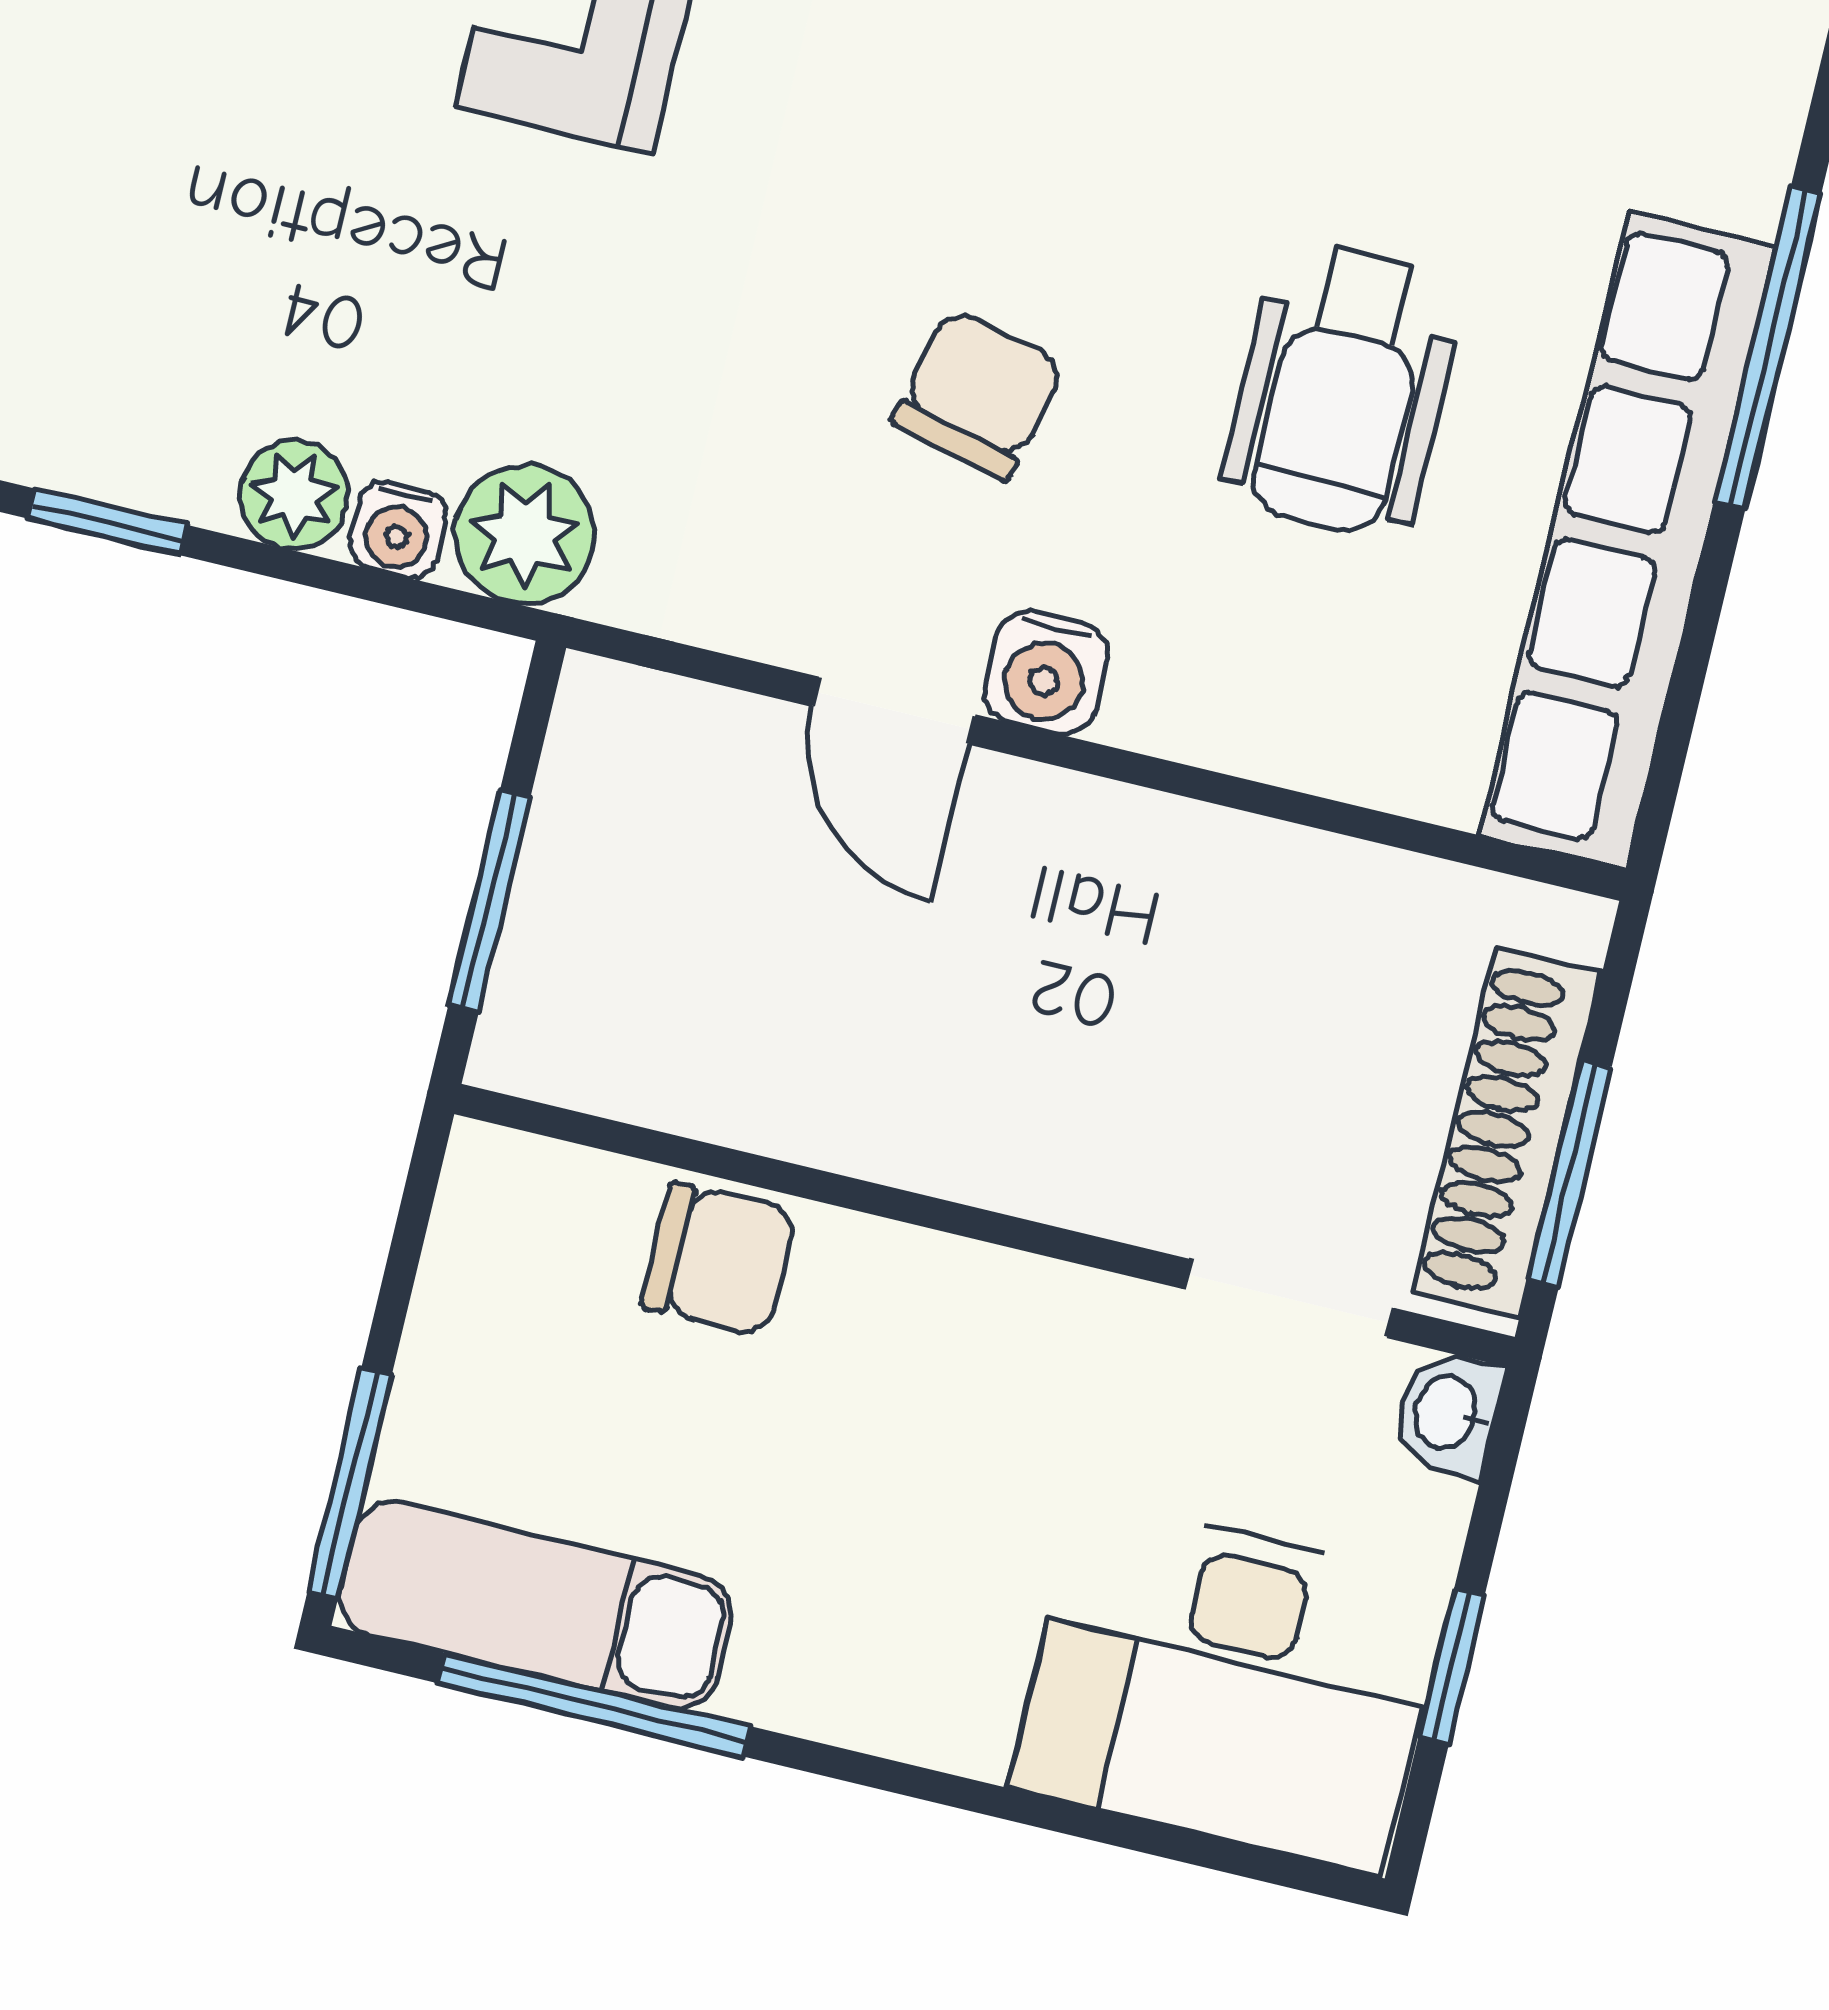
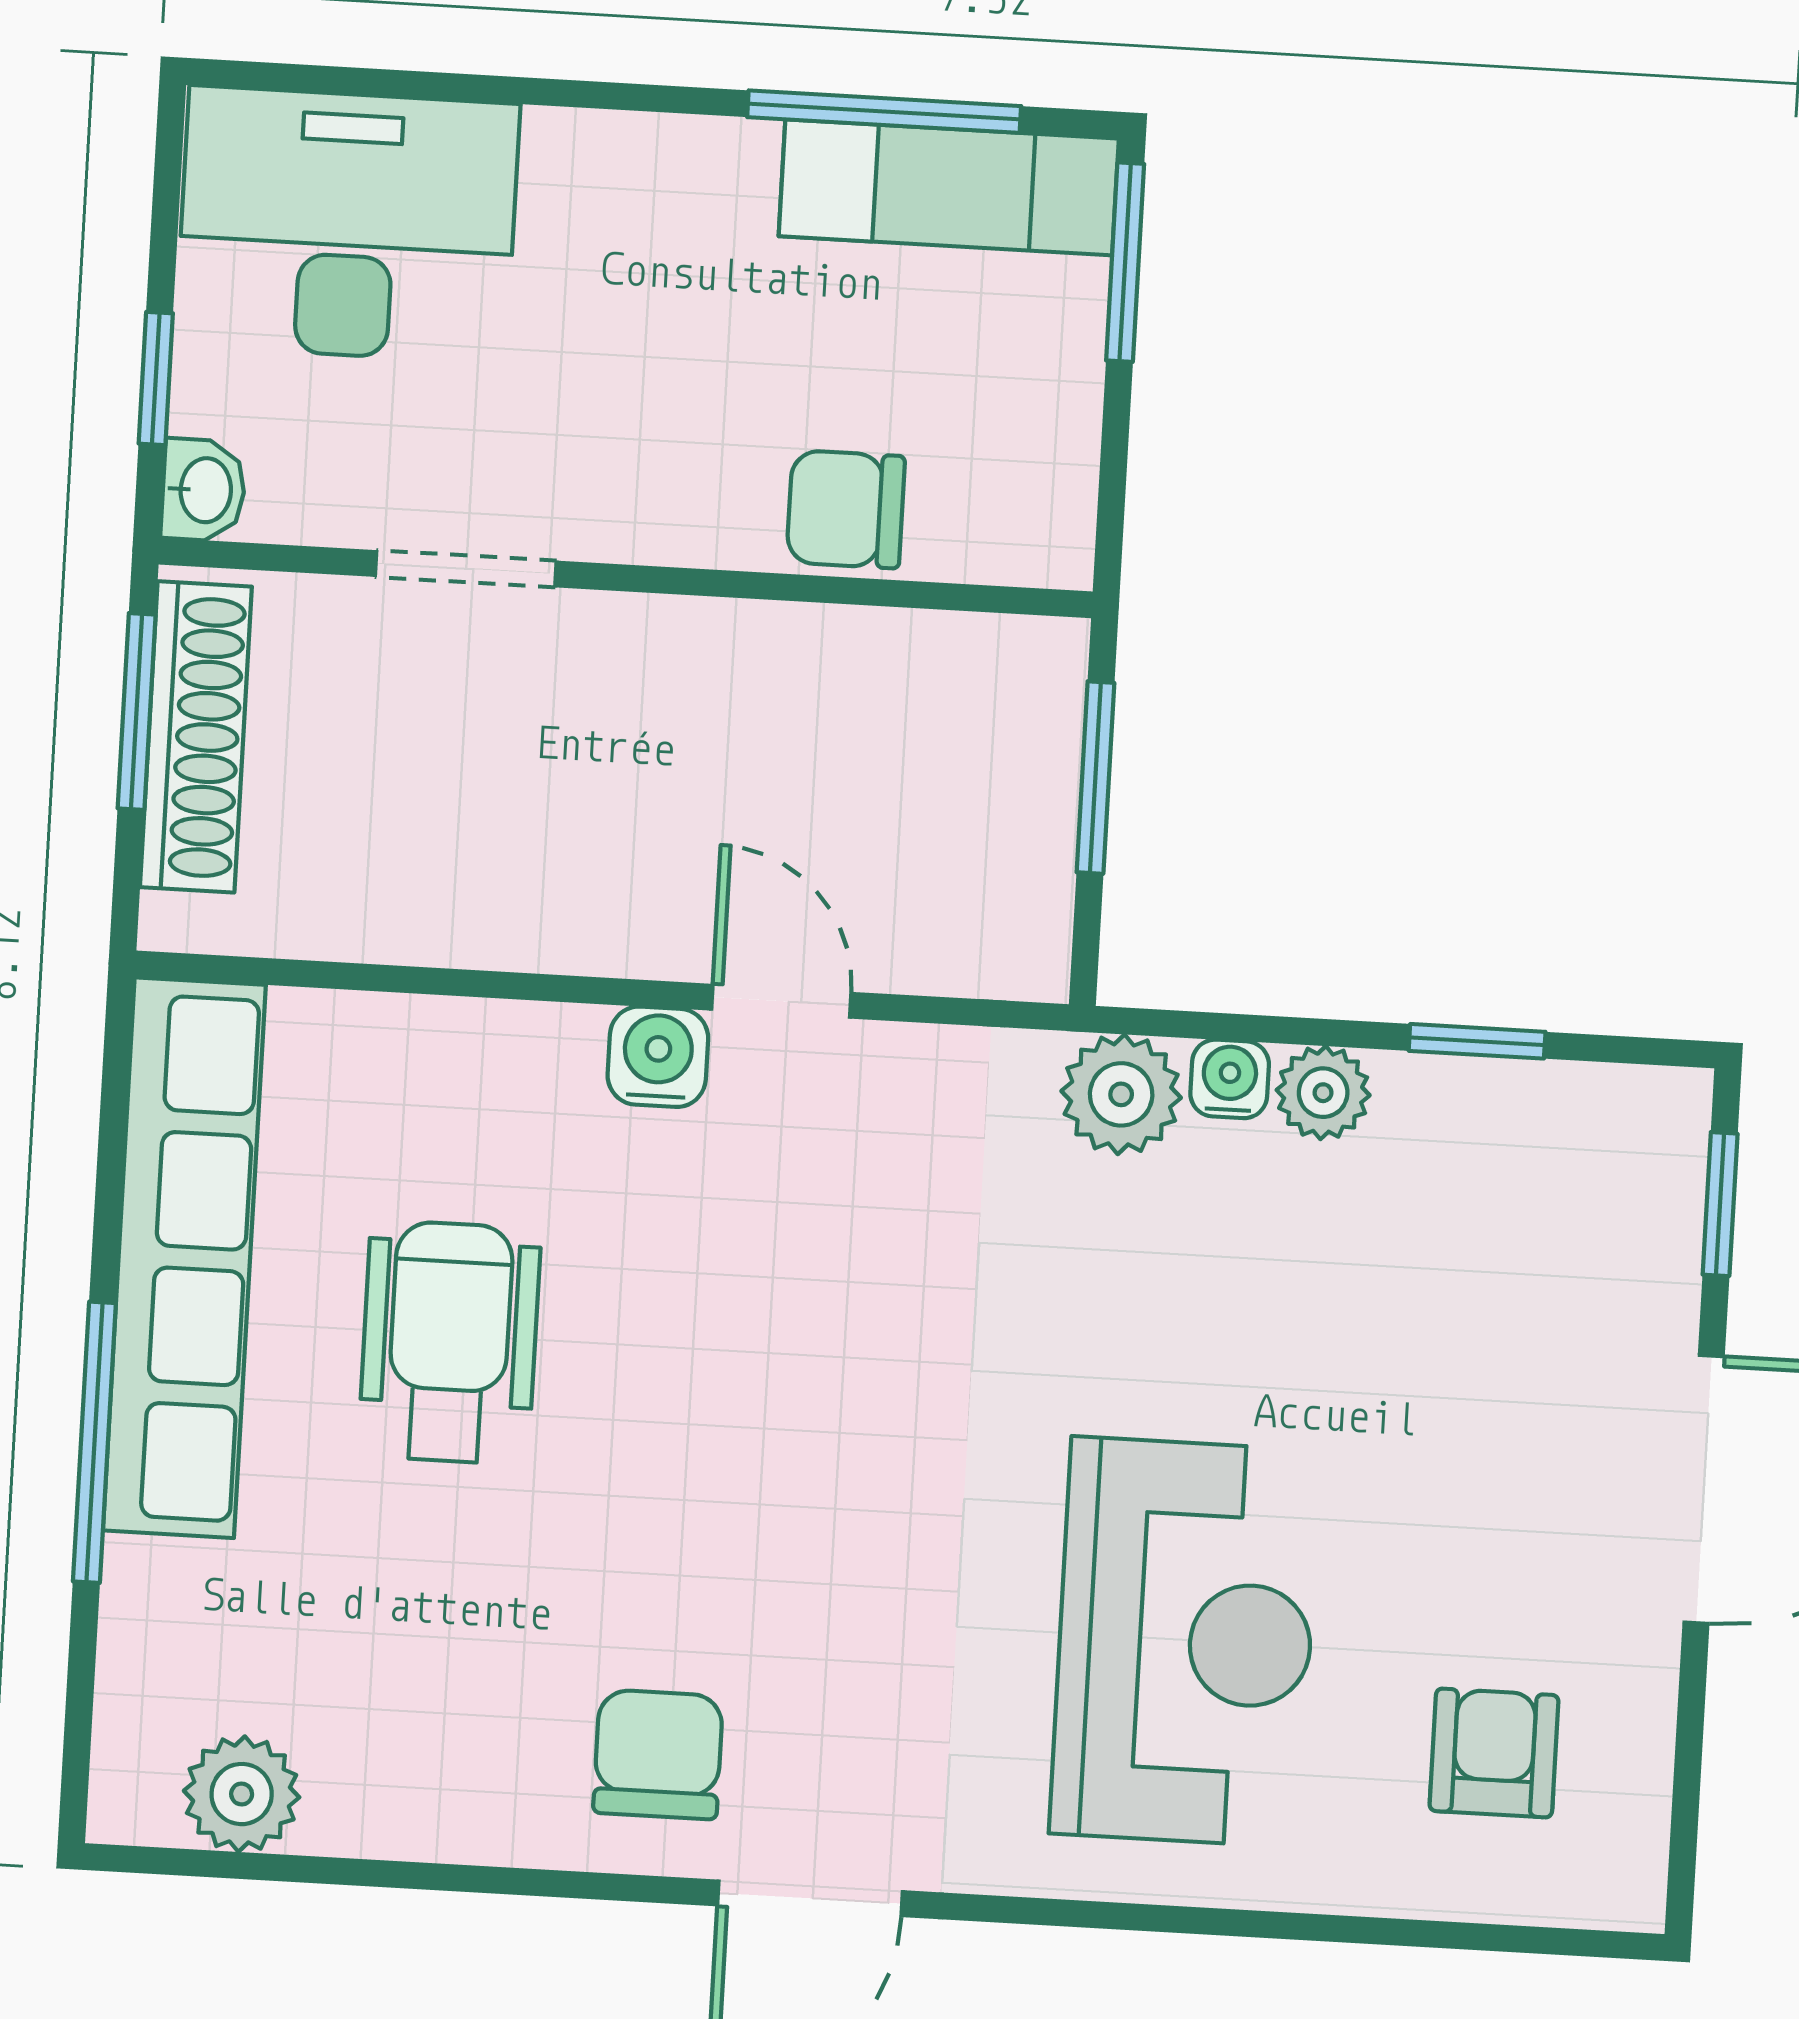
chair: (979, 394) -> (757, 1283), removed
doorway: (1289, 1299) -> (466, 569), moved
window: (1452, 1666) -> (156, 378), moved

